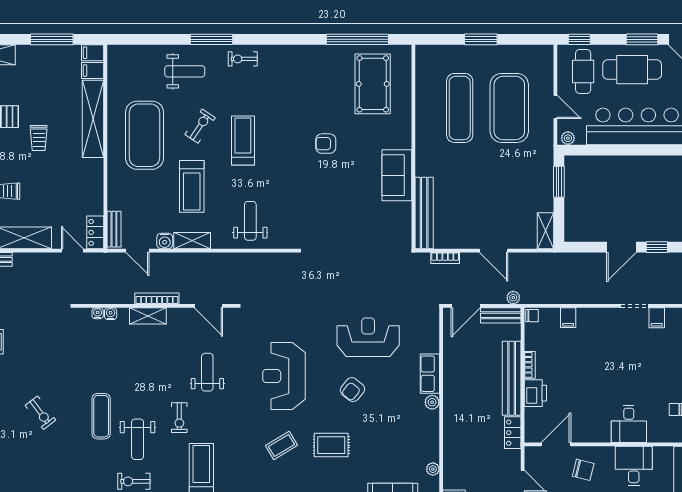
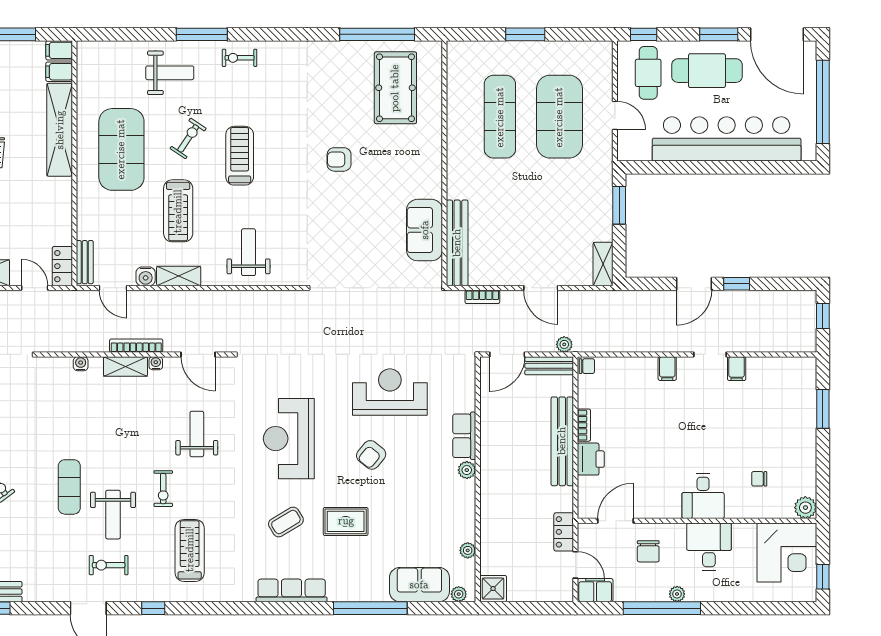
plant: (568, 138) -> (630, 153), removed
sofa: (397, 175) -> (425, 230), moved
water cooler: (98, 313) -> (156, 363), moved
filing cabinet: (568, 318) -> (667, 369), moved
locker: (513, 433) -> (564, 532), moved
chair: (583, 470) -> (648, 551), turned 76

